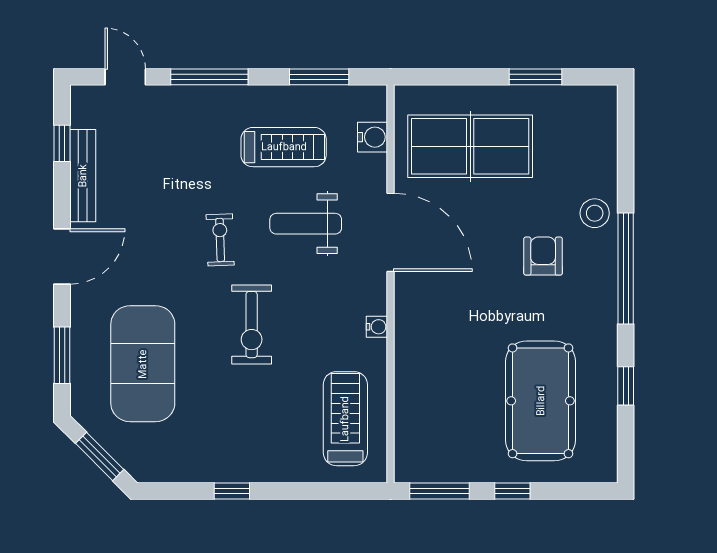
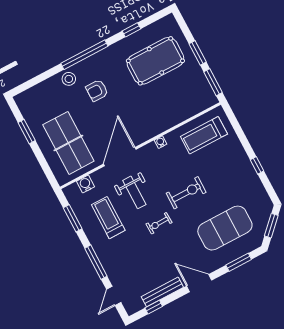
window: (512, 491) -> (198, 53), width x1.50

